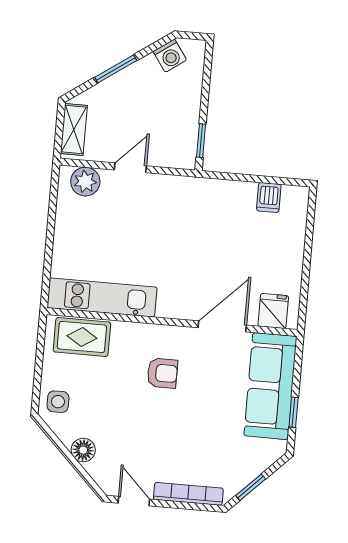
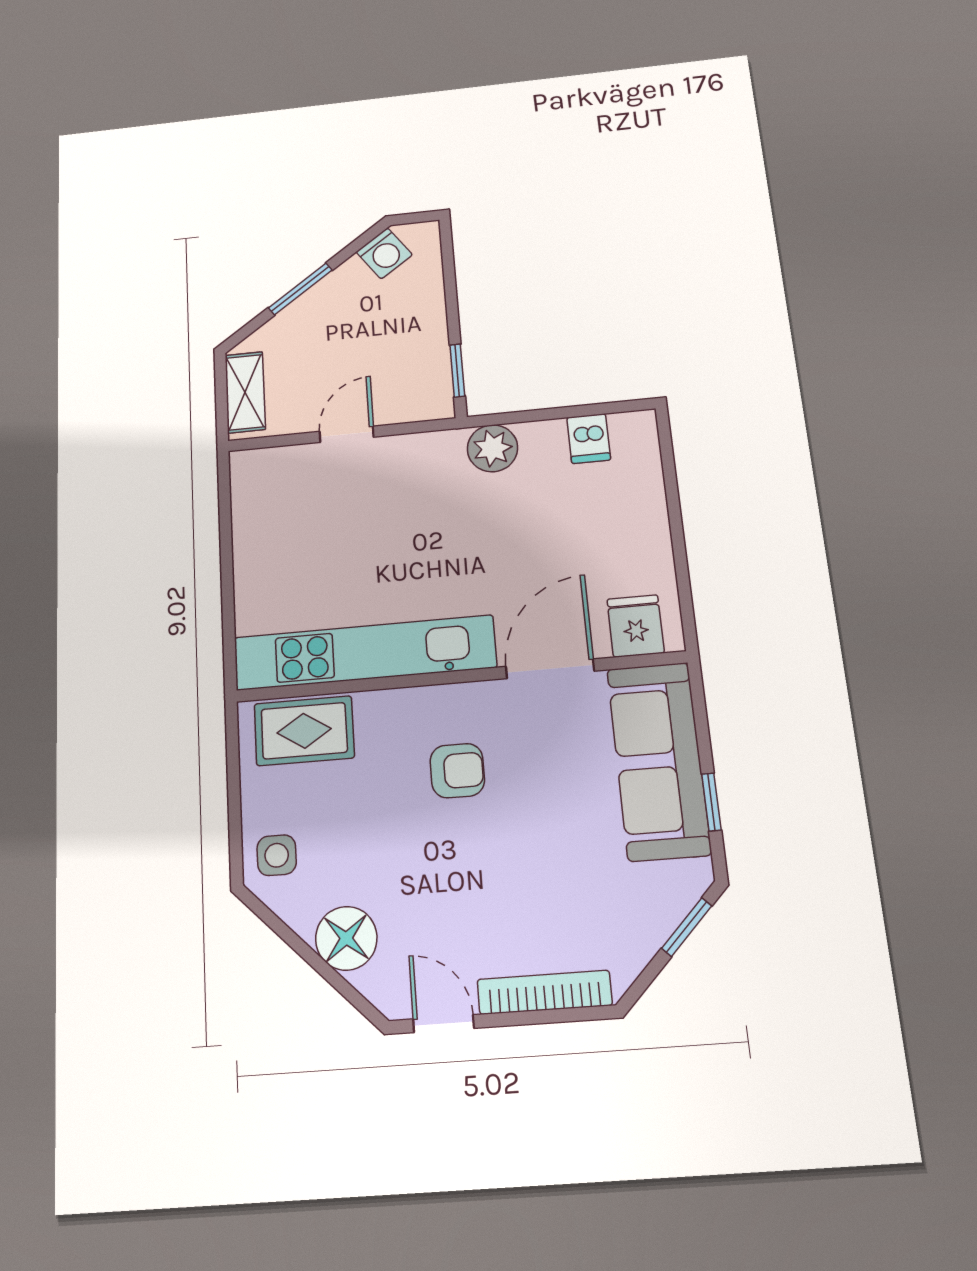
plant: (85, 182) -> (492, 448), moved
kitchen unit: (102, 297) -> (364, 653), width x1.36
floor lamp: (83, 450) -> (346, 938), width x1.38, depth x1.38
window: (251, 487) -> (687, 927), moved

